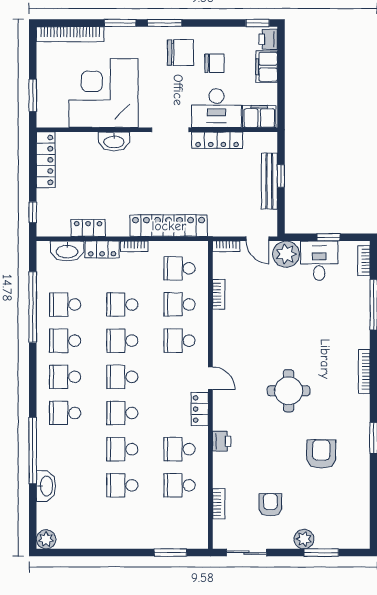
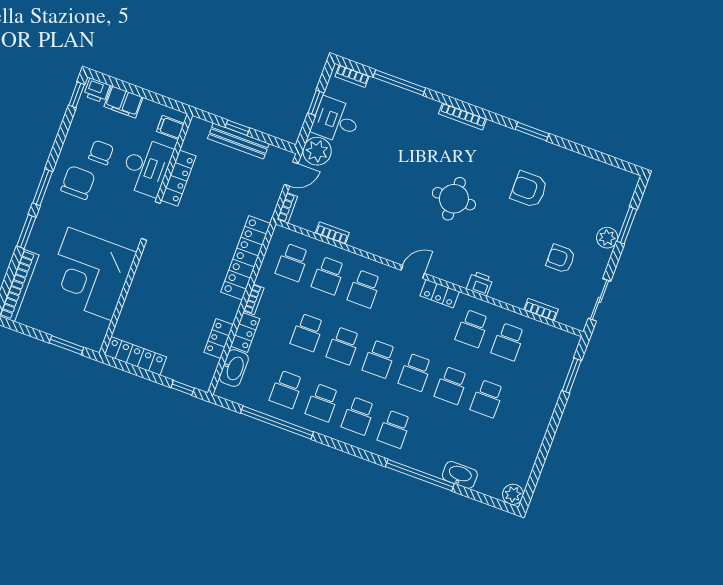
filing cabinet: (259, 117) -> (170, 127), width x0.50
washbasin: (114, 141) -> (142, 281), removed

